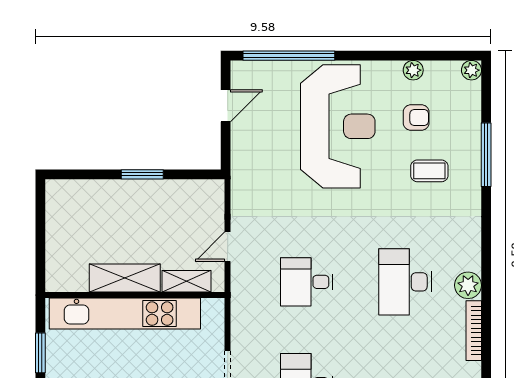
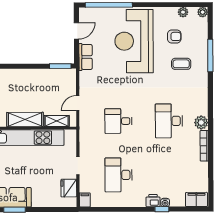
plant: (413, 70) -> (183, 12), moved
reception desk: (338, 126) -> (134, 41), turned 180
row of seats: (243, 157) -> (86, 57), added
window: (142, 174) -> (60, 66), moved

